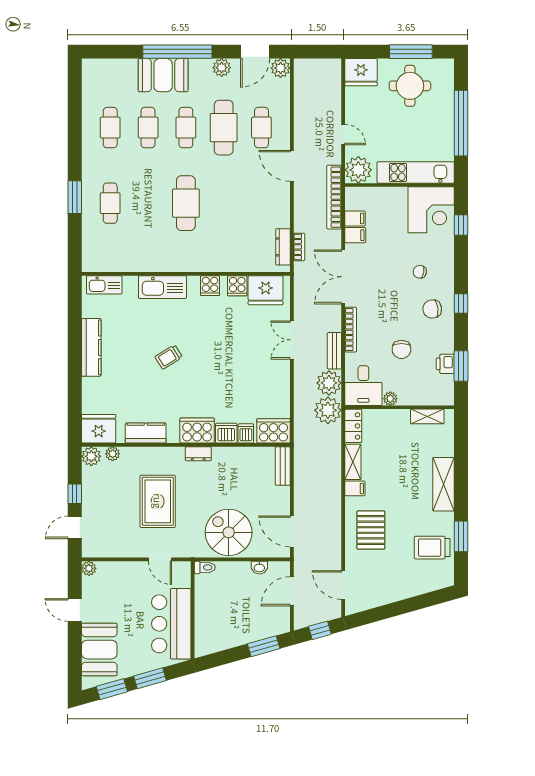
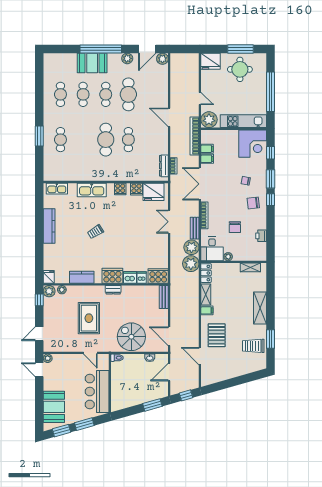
cafe table: (261, 128) -> (128, 140), moved
window: (461, 366) -> (271, 179), moved
fridge: (99, 429) -> (49, 277), width x0.53, depth x0.75
window: (75, 494) -> (39, 300), moved
door: (343, 585) -> (200, 356), moved
door: (75, 610) -> (39, 370), moved

